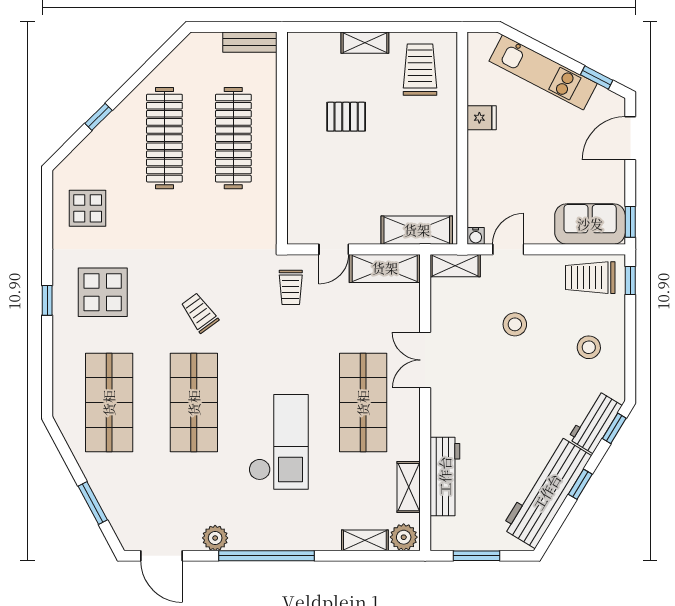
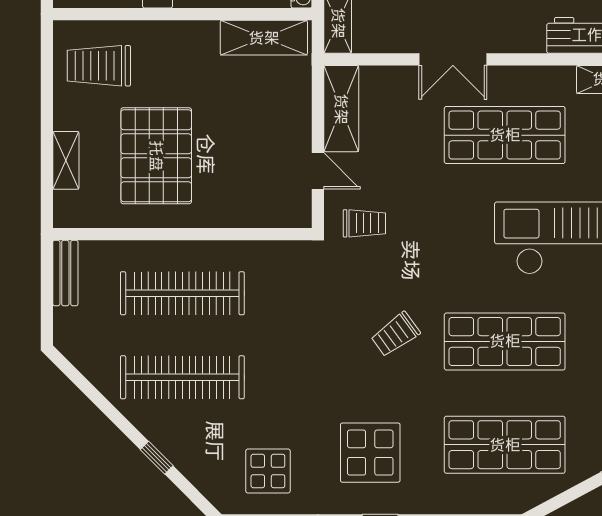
shelving: (365, 43) -> (66, 160), moved
pallet: (346, 117) -> (156, 156), width x2.05, depth x2.00
shelving: (417, 230) -> (264, 38), moved, turned 90

